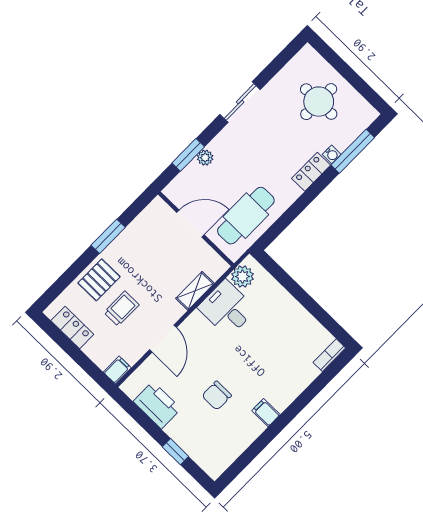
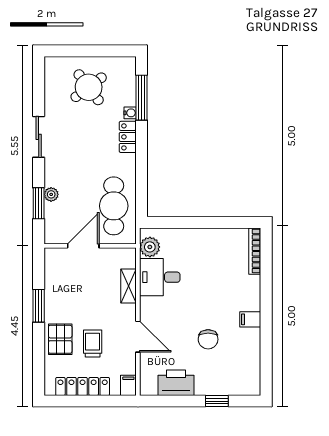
round table: (319, 102) -> (89, 87), turned -37
locker: (72, 328) -> (83, 387), width x1.53
bookcase: (329, 355) -> (255, 251), width x1.56

